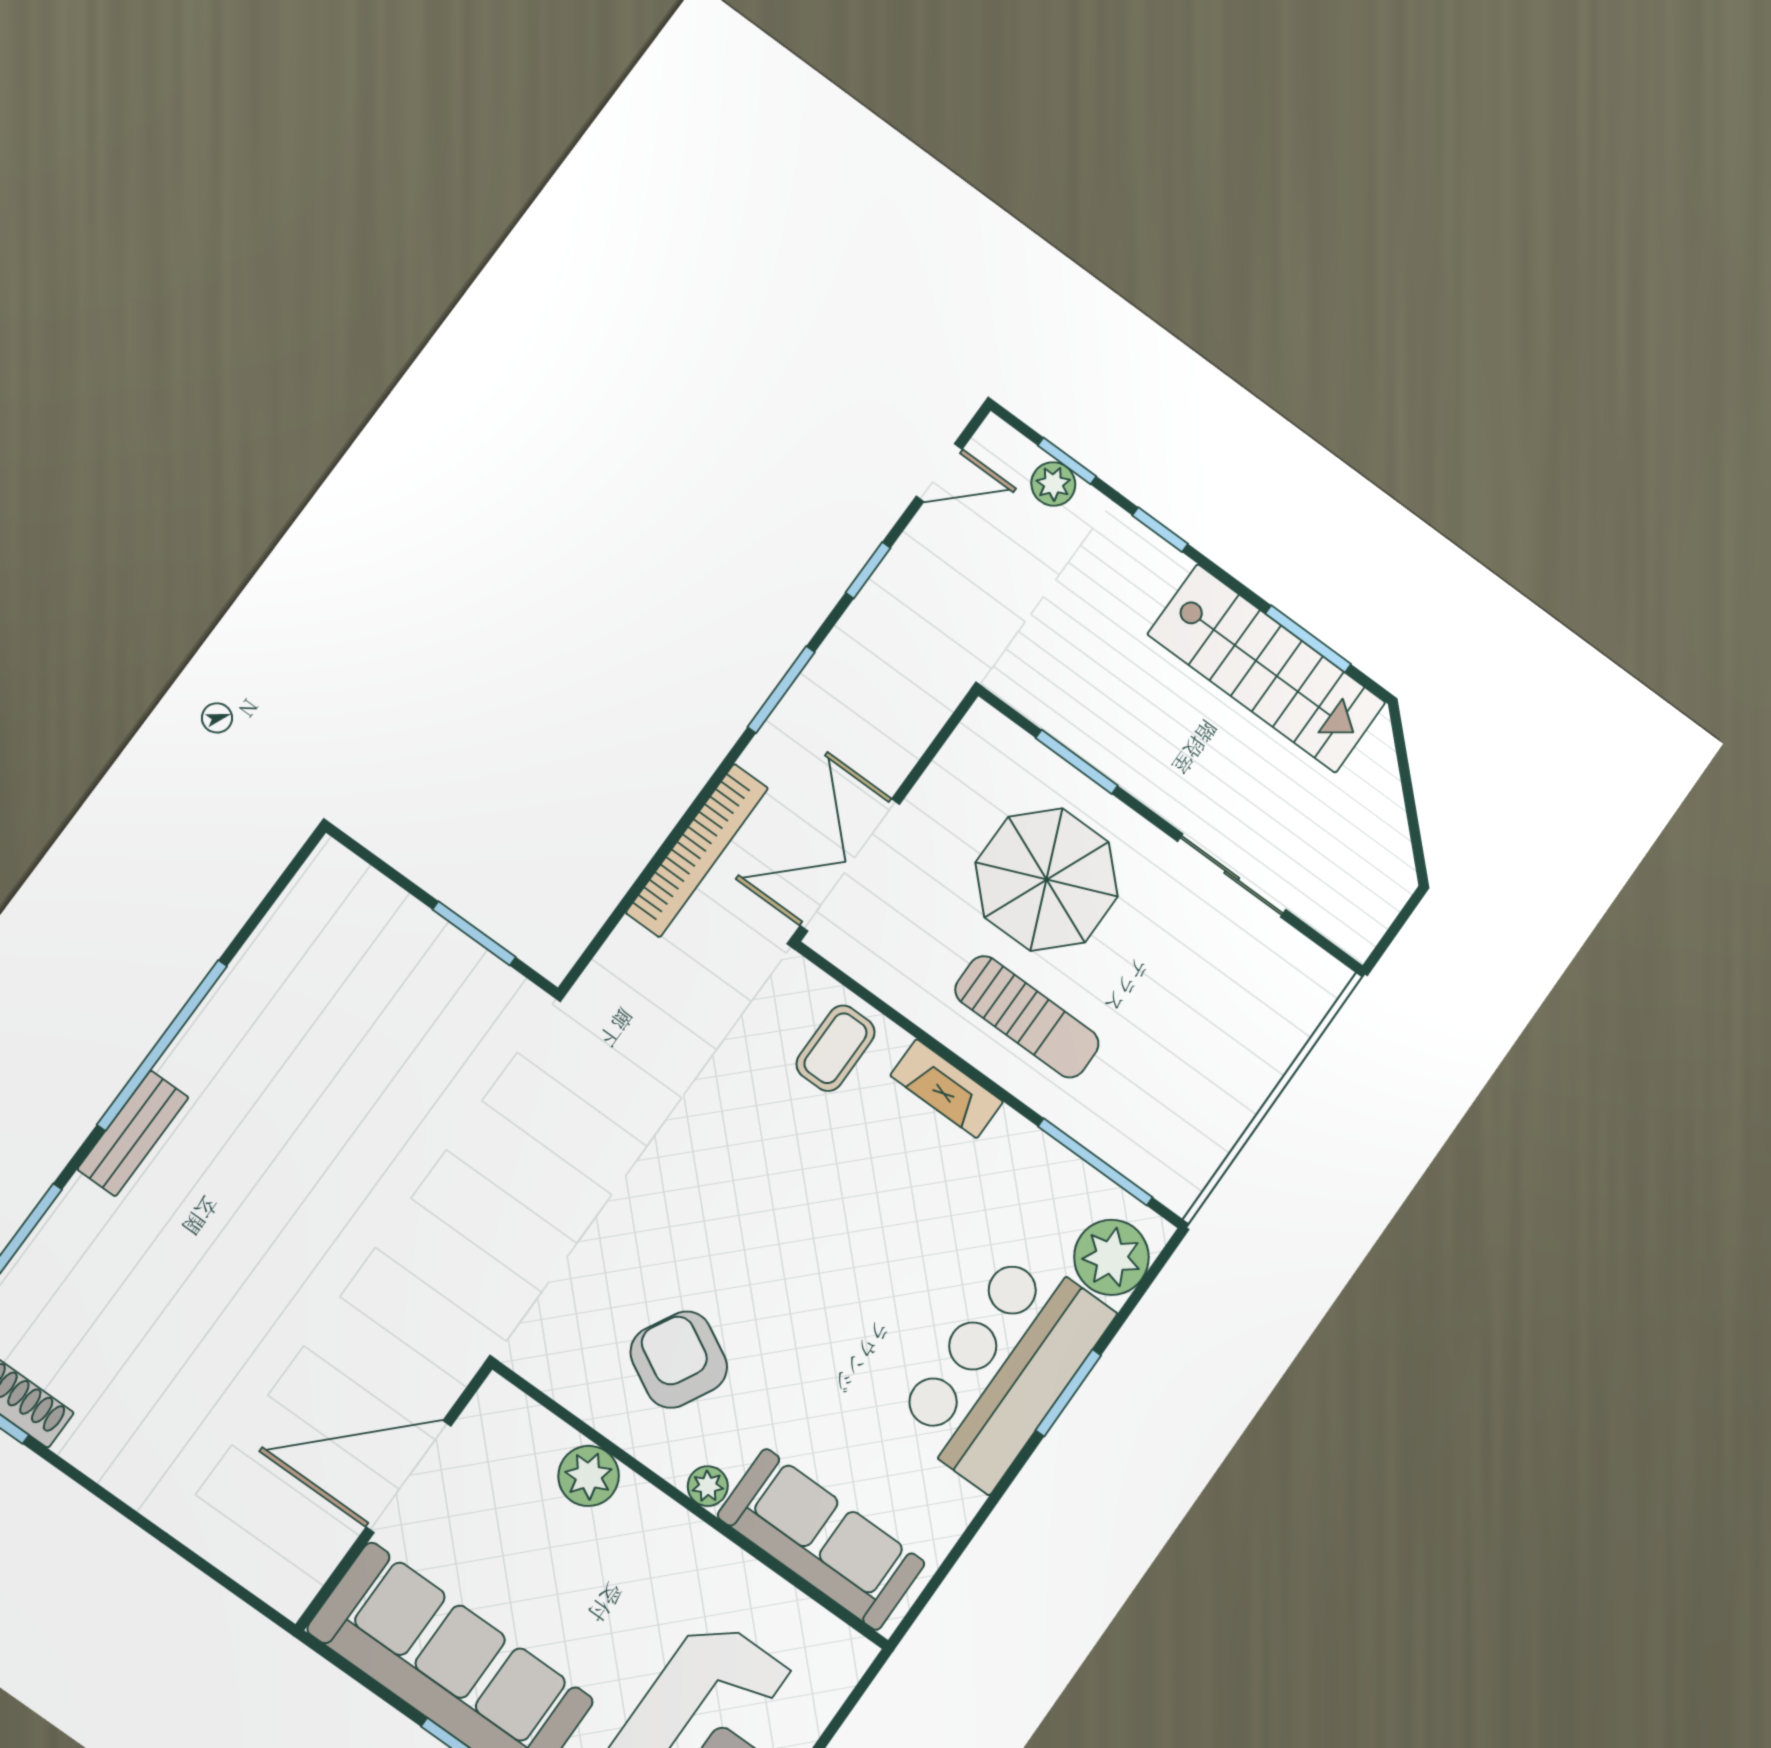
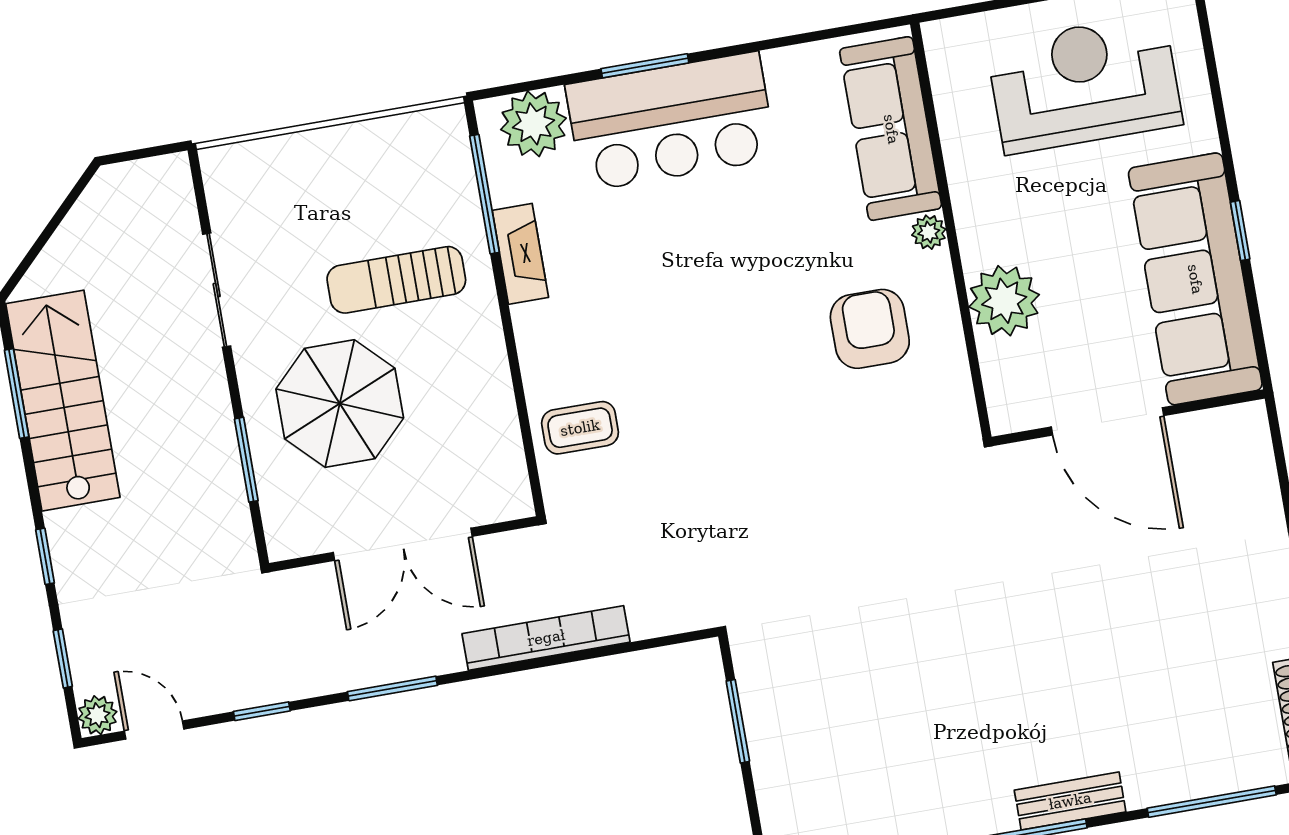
plant: (1053, 484) -> (98, 715), moved
double door: (850, 865) -> (403, 544), moved
sun lounger: (1027, 1017) -> (396, 280), moved, turned -90
fireplace: (947, 1089) -> (520, 254), moved
armchair: (679, 1360) -> (870, 329), turned 152
plant: (589, 1476) -> (1004, 301), width x1.36, depth x1.36

